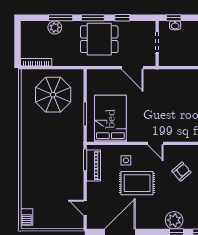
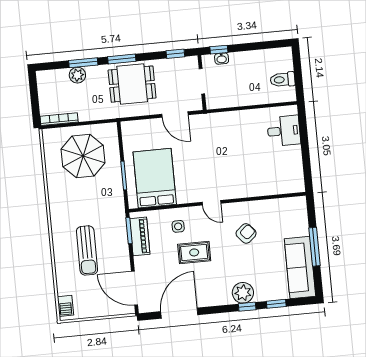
window: (122, 18) -> (175, 54), moved
sun lounger: (49, 173) -> (87, 250), added
rug: (137, 183) -> (194, 252), width x0.73, depth x0.70
door: (85, 208) -> (135, 288), width x1.87

